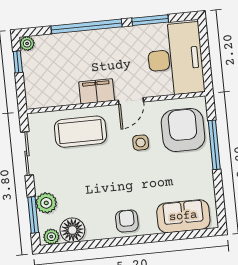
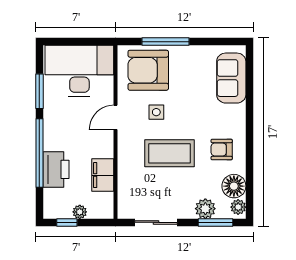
plant: (27, 43) -> (80, 212), moved
printer: (71, 45) -> (56, 169), added
filing cabinet: (97, 91) -> (103, 175), moved
door: (131, 101) -> (115, 117), swing flipped
coffee table: (80, 132) -> (169, 153), moved, turned 90
armchair: (127, 221) -> (222, 149), moved

